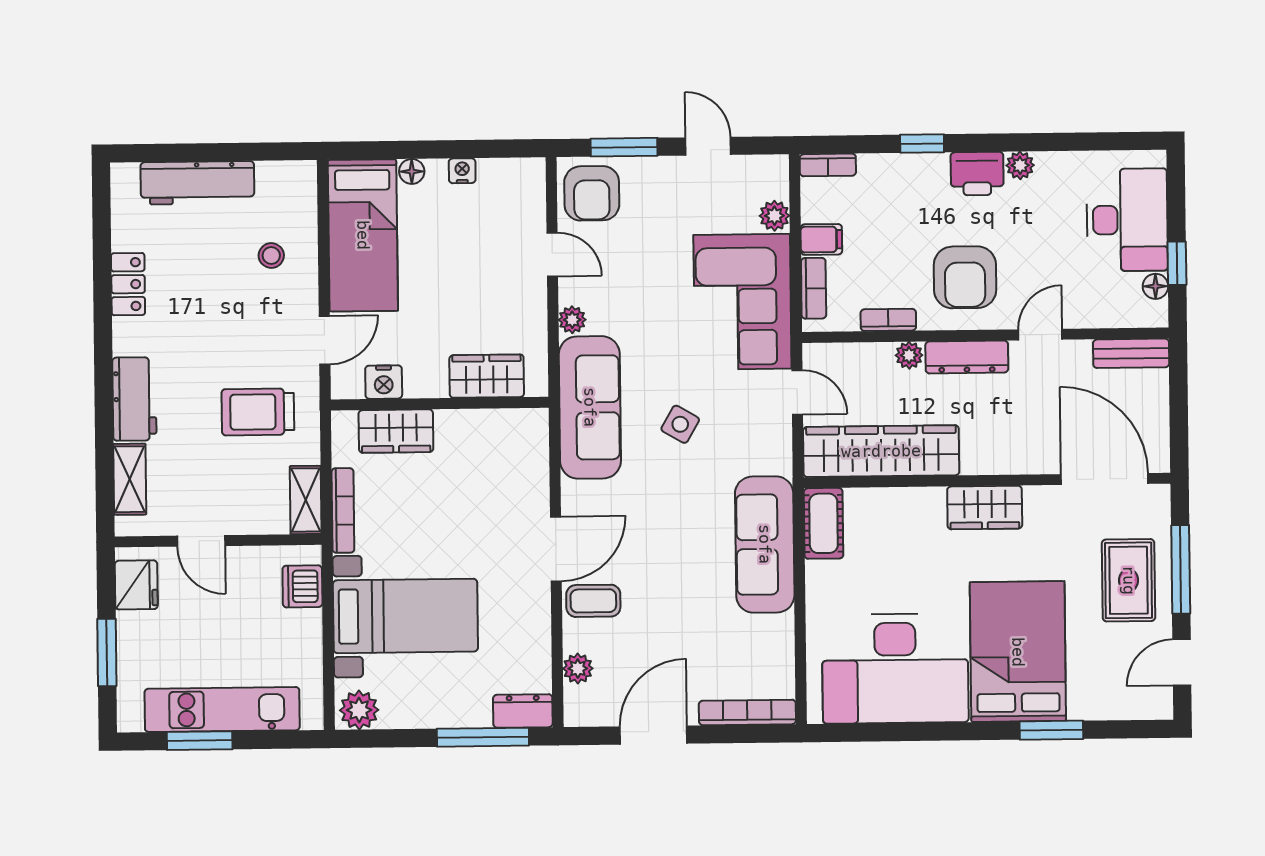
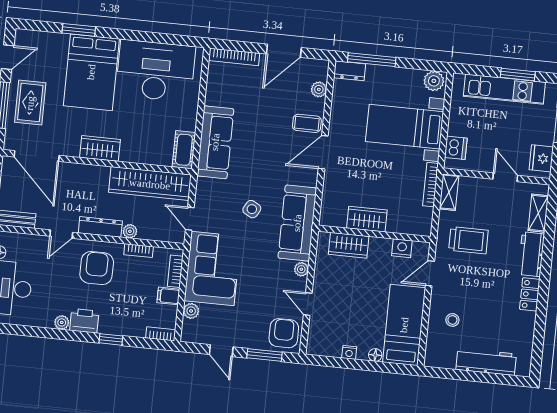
locker: (128, 284) -> (530, 294), moved
wardrobe: (396, 431) -> (367, 219), moved

